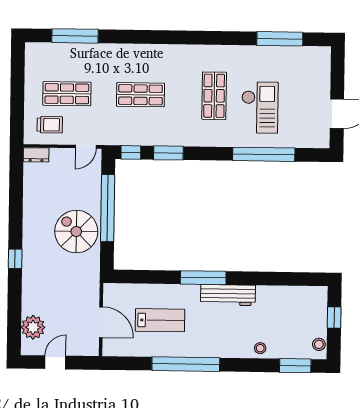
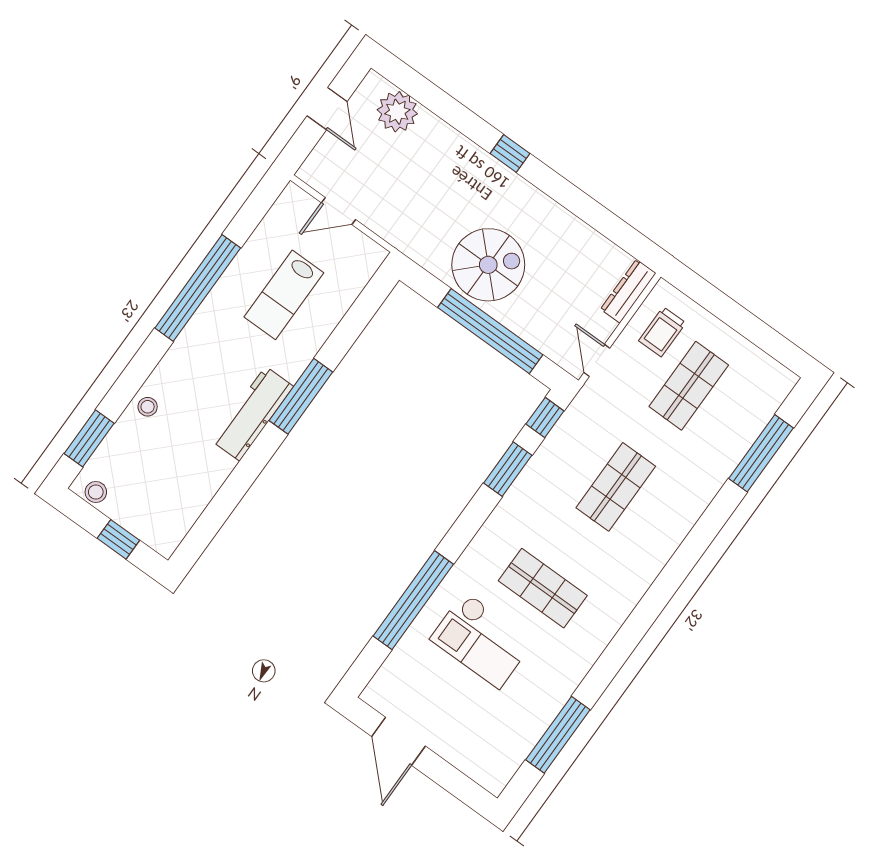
dresser: (36, 155) -> (628, 291), width x1.44
door: (101, 322) -> (338, 211), width x0.73

